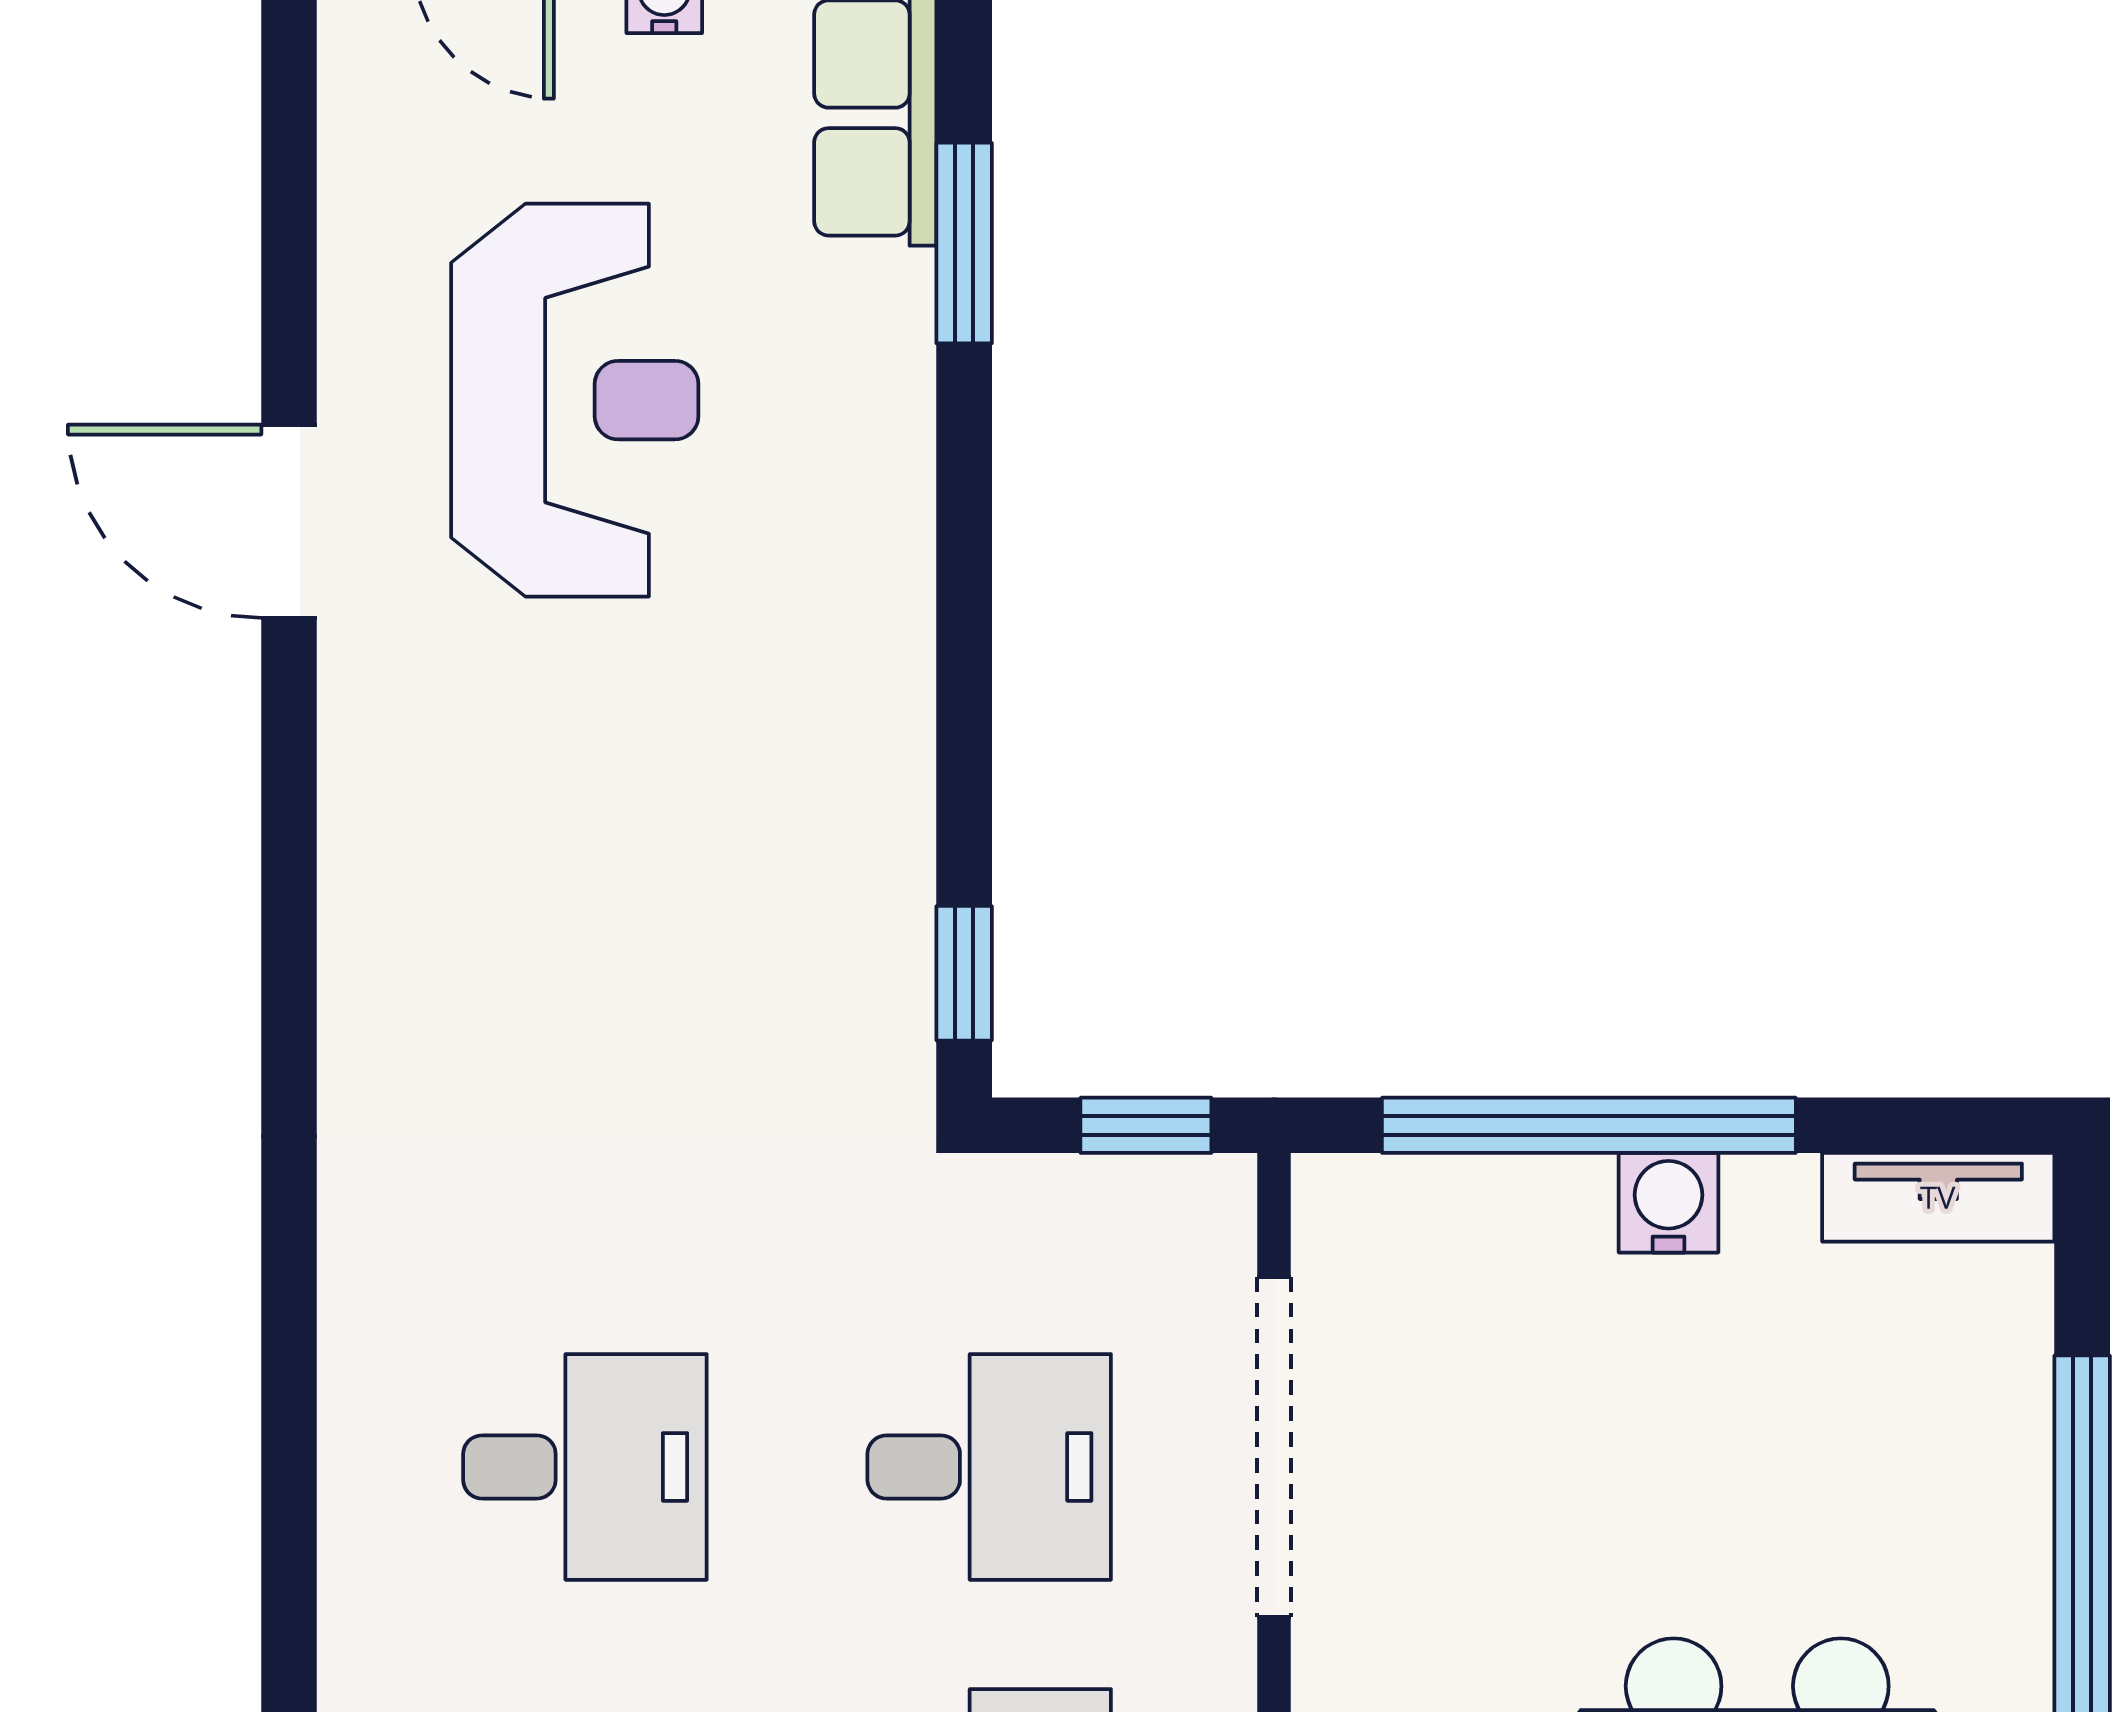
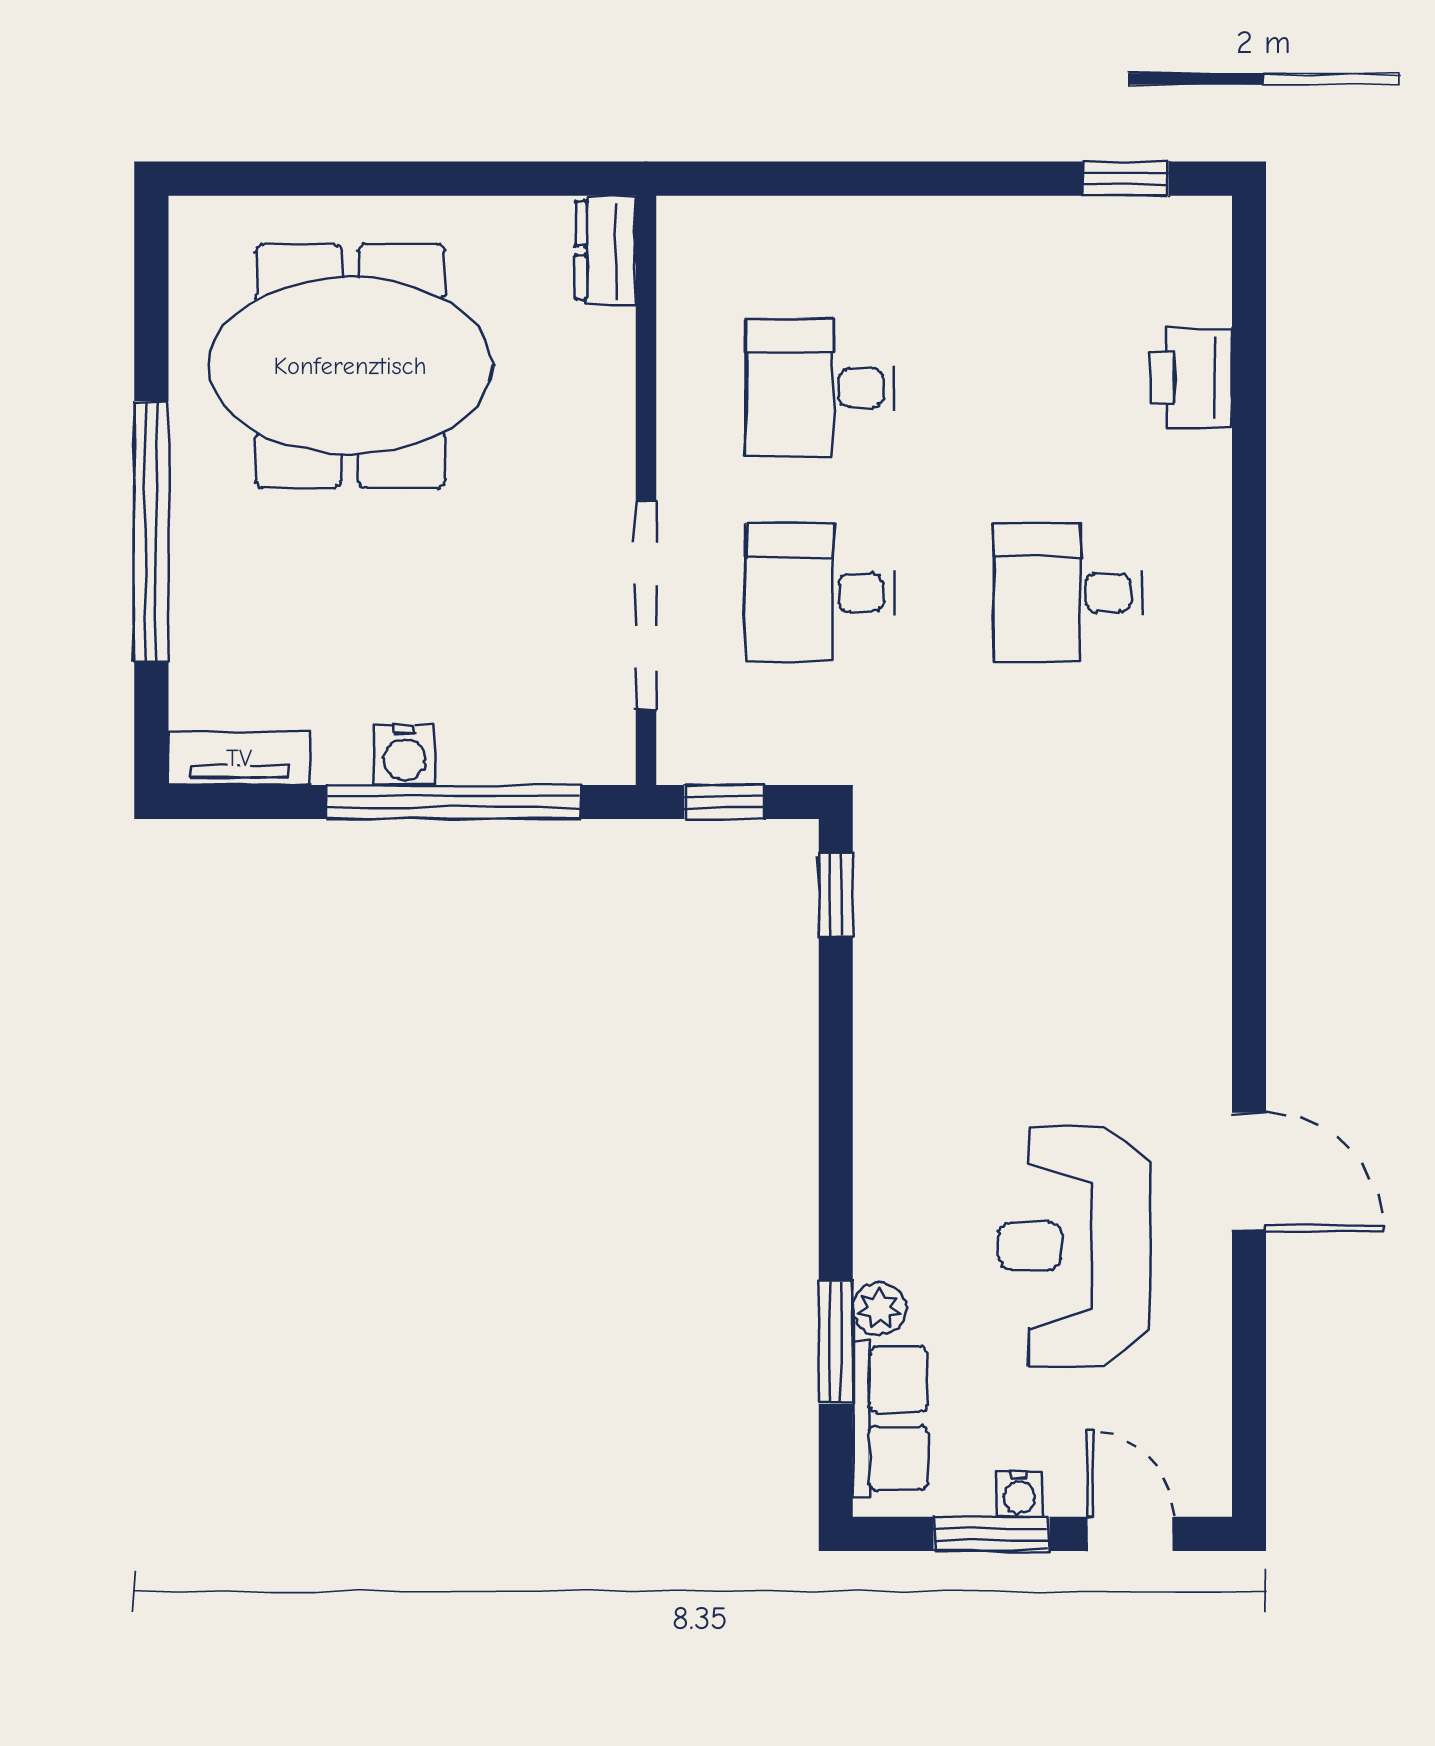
plant: (893, 298) -> (879, 1309), added

